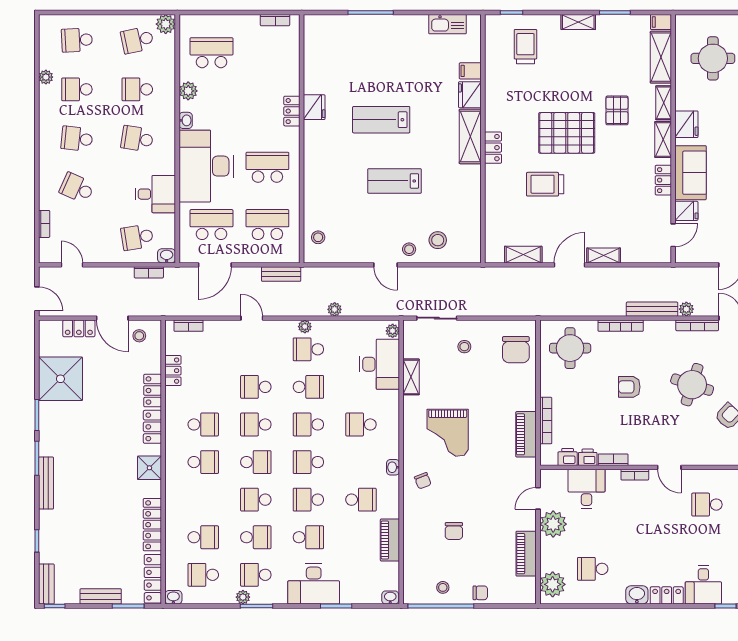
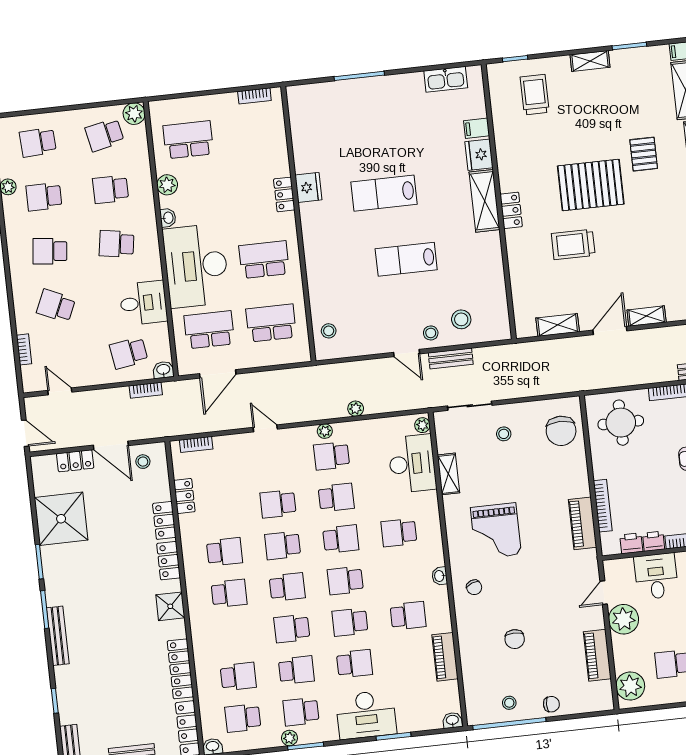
bench: (281, 274) -> (451, 358), moved
school desk: (308, 424) -> (341, 539), turned 180

